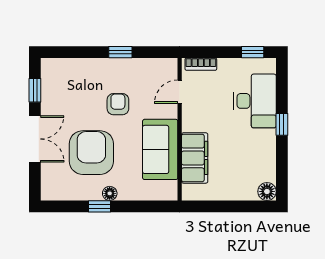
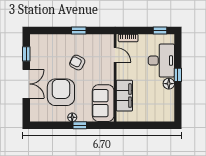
door: (180, 92) -> (115, 55), swing flipped
armchair: (118, 104) -> (77, 63), turned -63
sofa: (160, 149) -> (103, 103), moved
floor lamp: (267, 191) -> (169, 84), moved
window: (100, 206) -> (80, 125), moved

